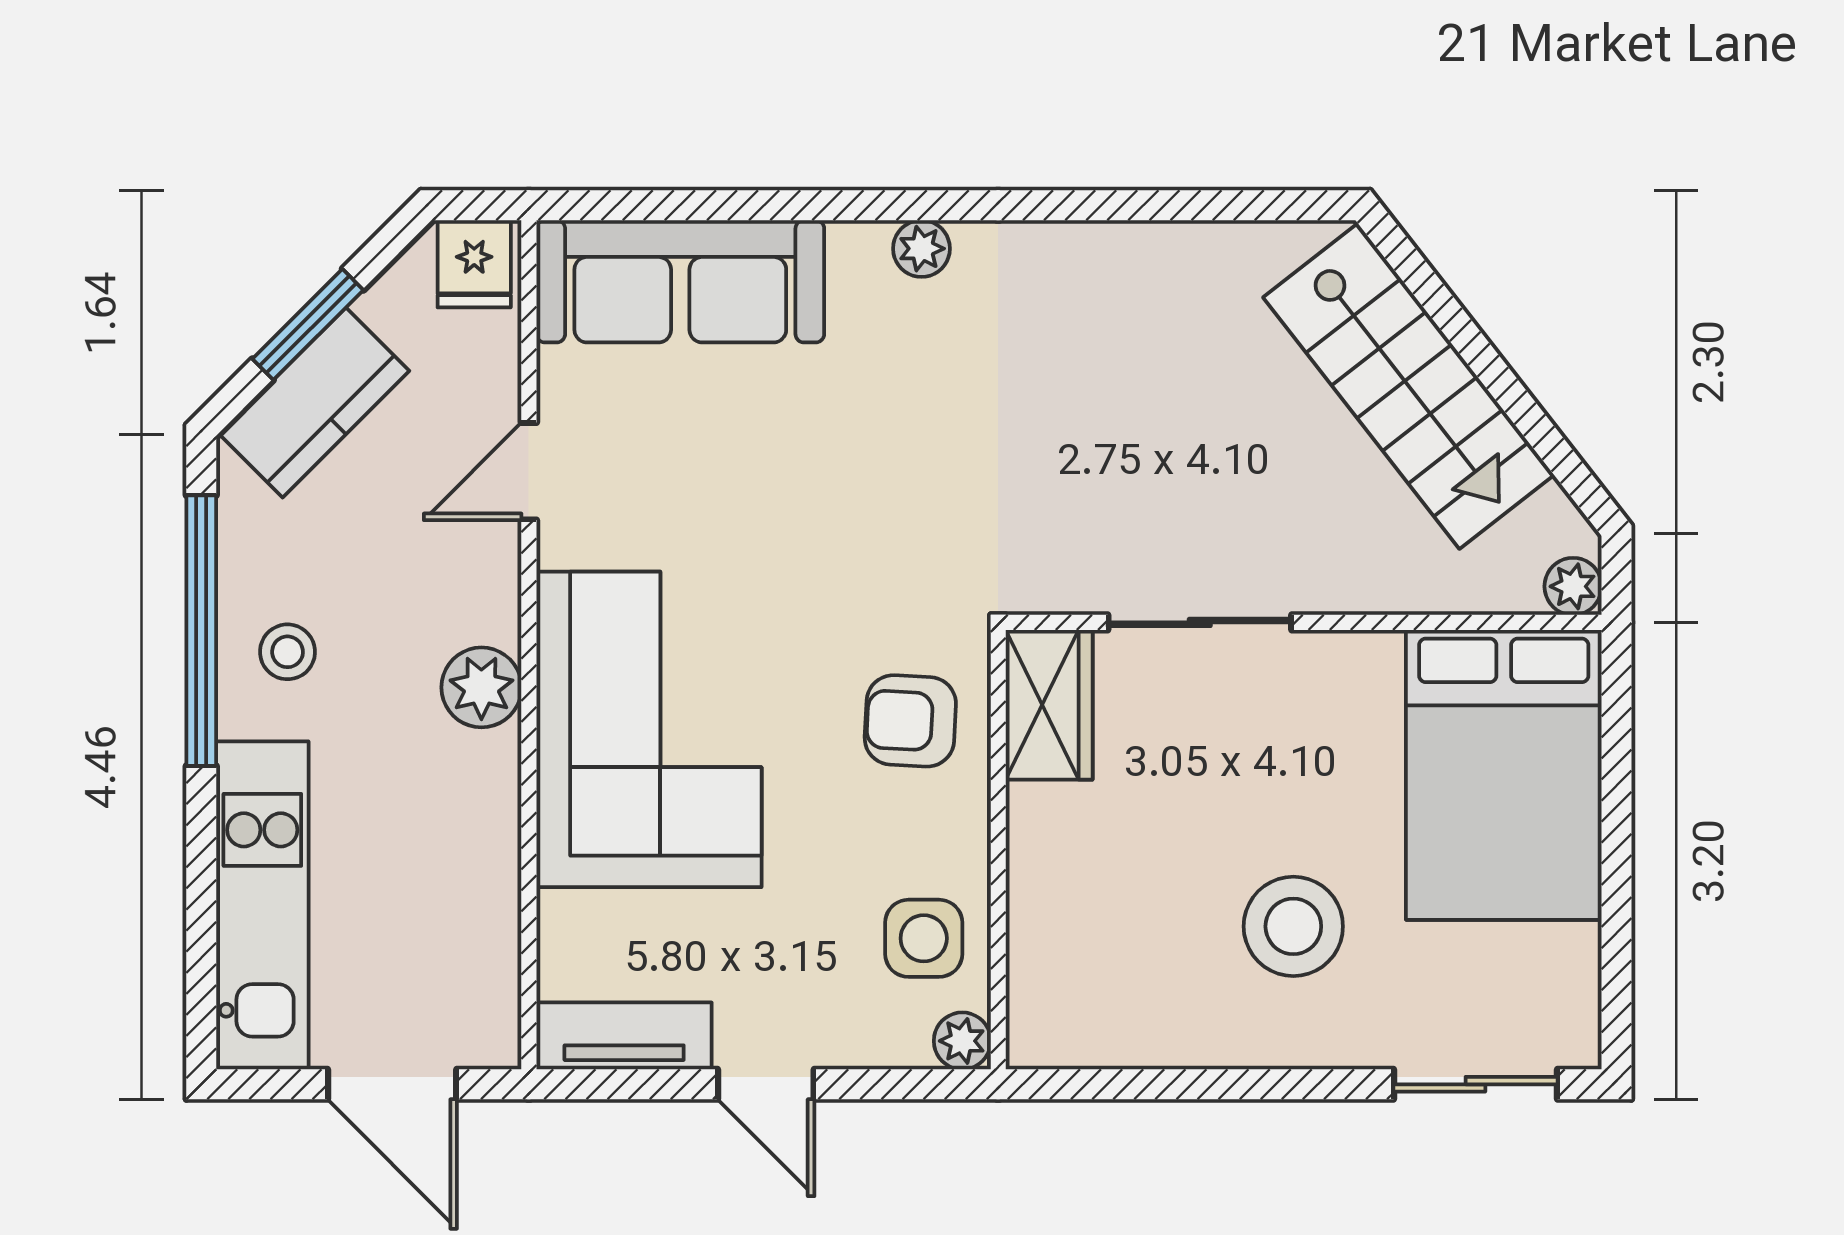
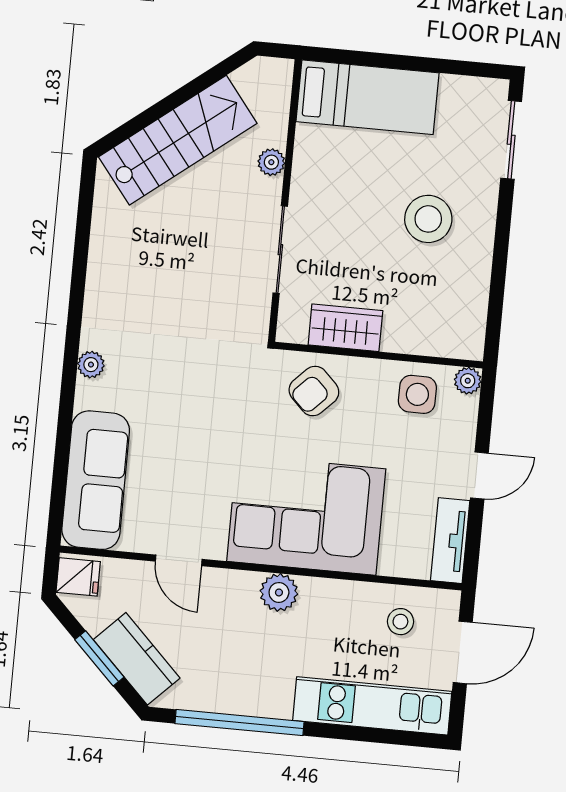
plant: (1573, 586) -> (271, 162), moved
stool: (288, 652) -> (400, 622), moved
wardrobe: (1049, 705) -> (345, 328), moved
armchair: (910, 721) -> (314, 391), turned 42
bed: (1504, 775) -> (367, 97), width x0.67

